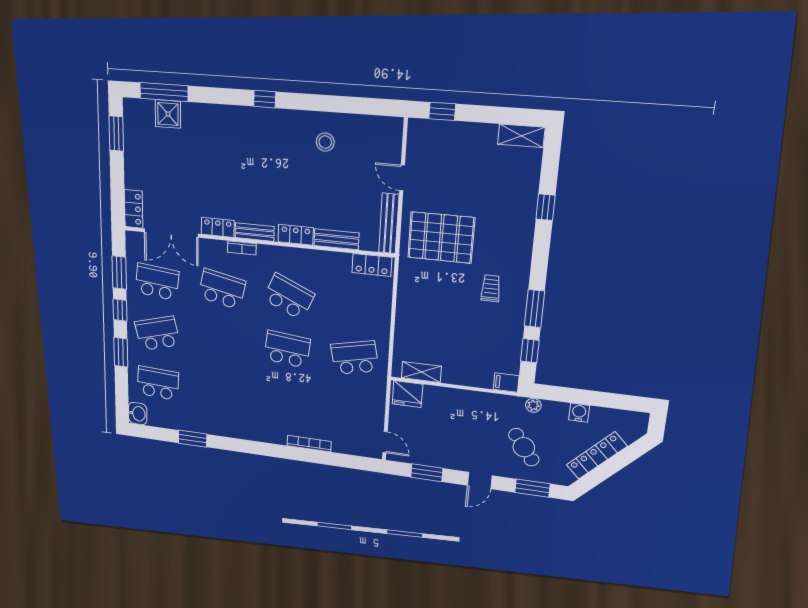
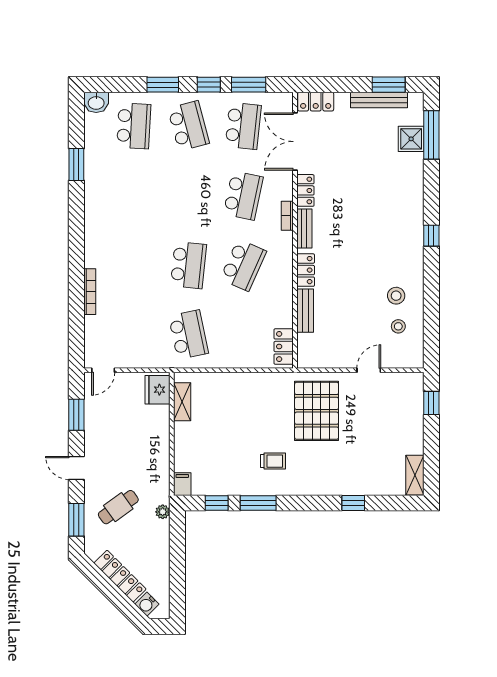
stool: (357, 142) -> (398, 326), added
bench: (389, 223) -> (379, 100), moved
water cooler: (579, 413) -> (147, 604), moved, turned 135

